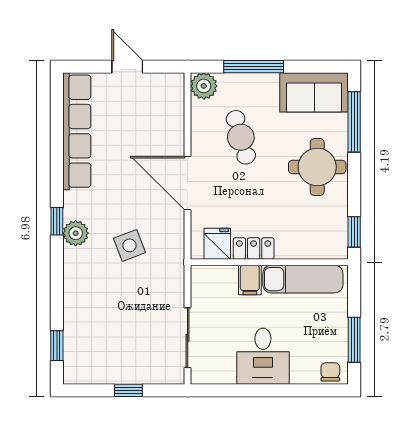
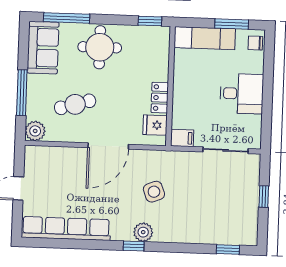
exam couch: (303, 279) -> (205, 38), moved, turned 90
filing cabinet: (250, 280) -> (182, 138), moved

